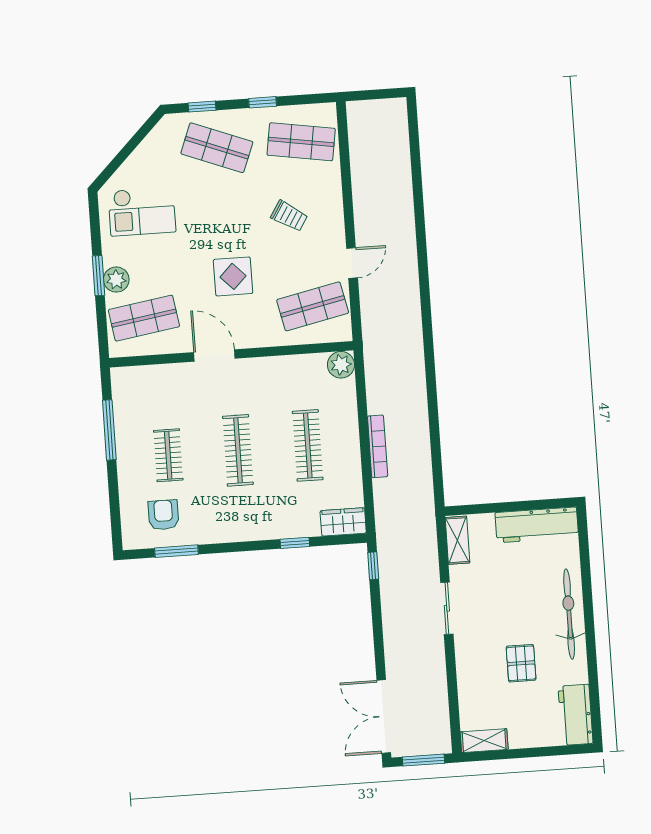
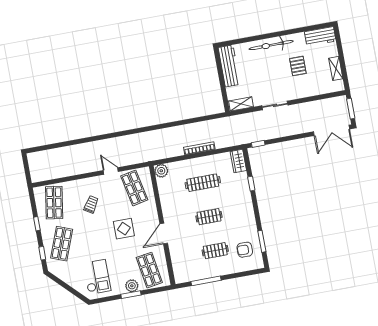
clothes rail: (238, 450) -> (209, 217), width x0.73
pallet: (521, 663) -> (298, 66), turned 90
shelving: (484, 741) -> (336, 68), moved

